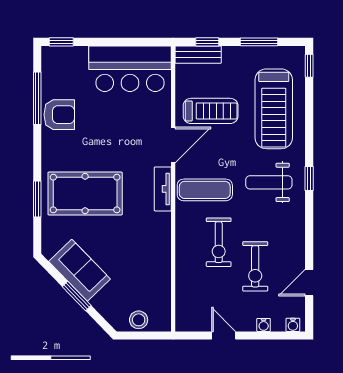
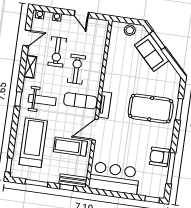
shelving: (297, 235) -> (30, 67), added
exercise bike: (255, 266) -> (57, 52), turned 180
sofa: (80, 270) -> (152, 53), moved
window: (77, 296) -> (157, 40), moved

